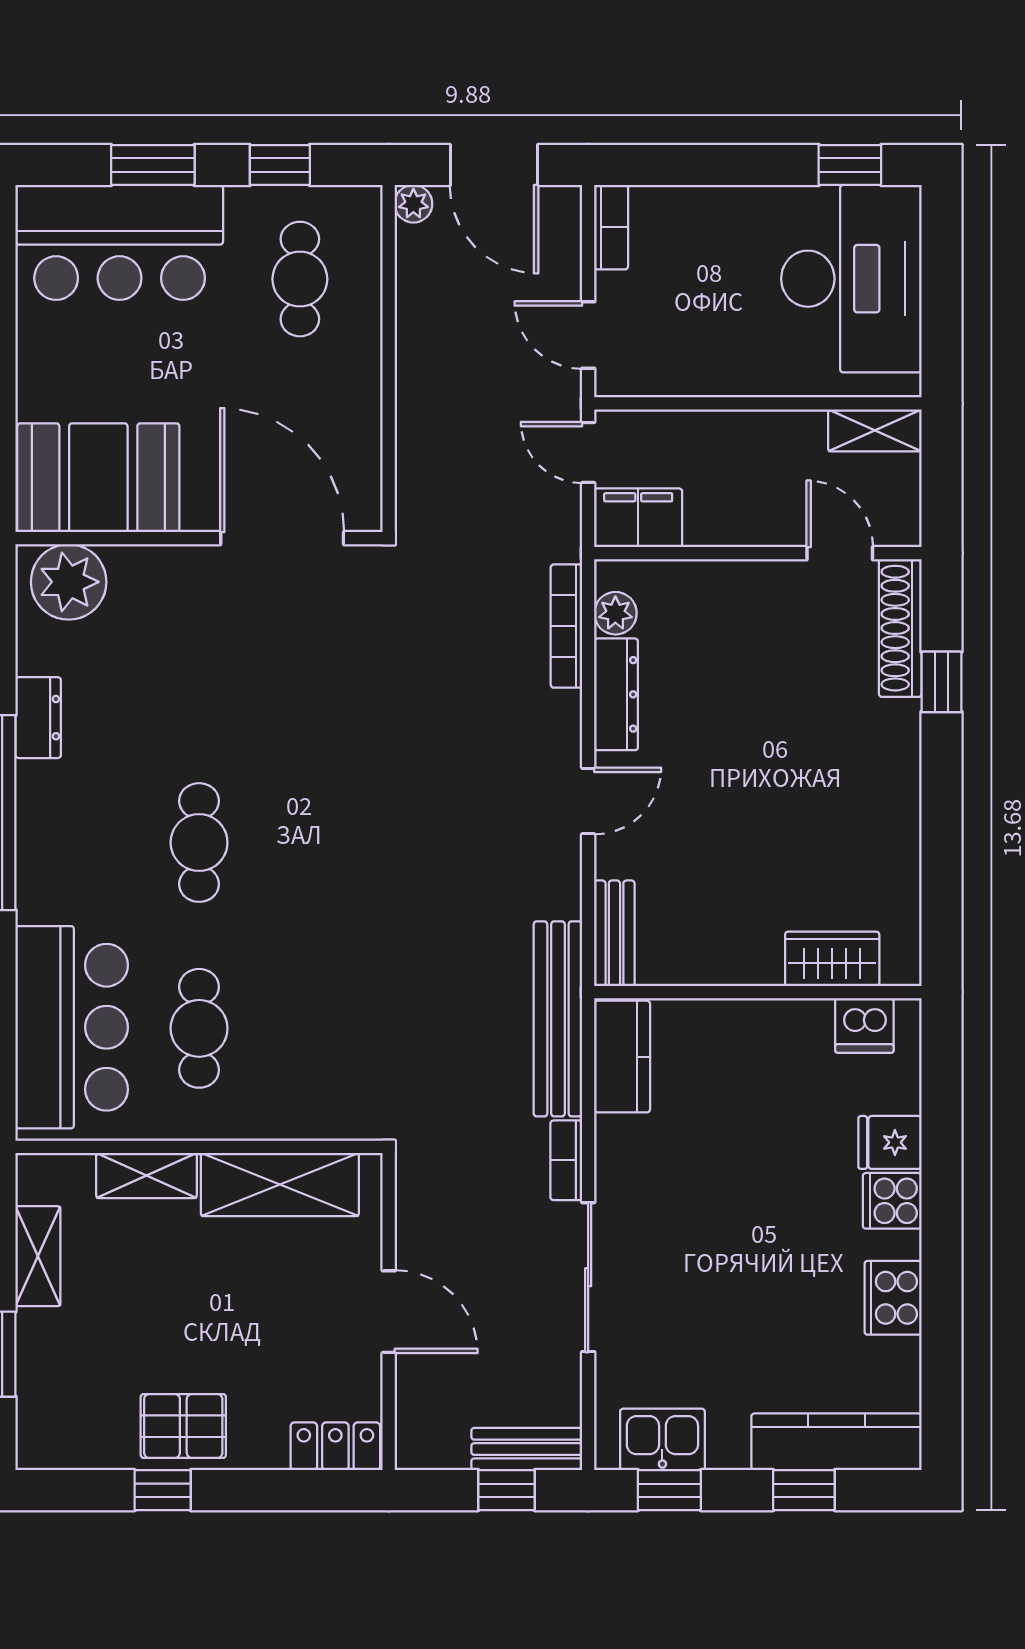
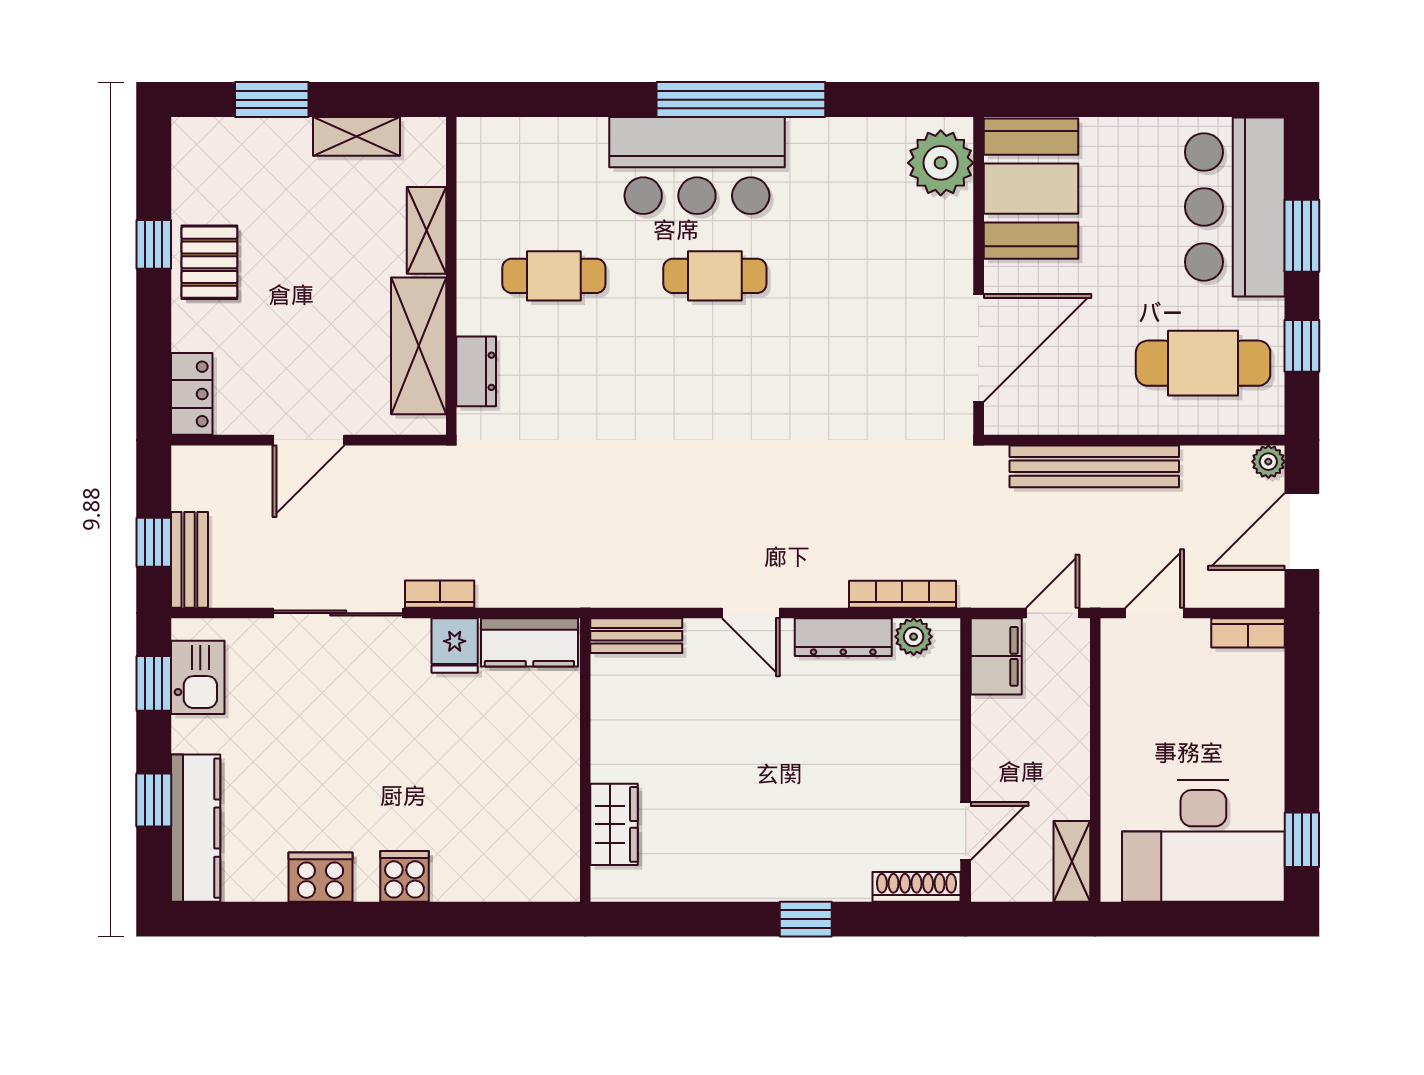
cafe table: (300, 279) -> (1203, 363), width x1.37, depth x1.35
shoe rack: (900, 628) -> (917, 887), width x0.74, depth x0.81
window: (941, 682) -> (806, 919), moved
dresser: (38, 718) -> (476, 371), moved, turned -90
bench: (558, 1019) -> (1094, 466), moved
dishwasher: (864, 1026) -> (556, 852), removed
bar counter: (72, 1027) -> (697, 165), moved
fridge: (890, 1142) -> (455, 646), moved, turned 180

